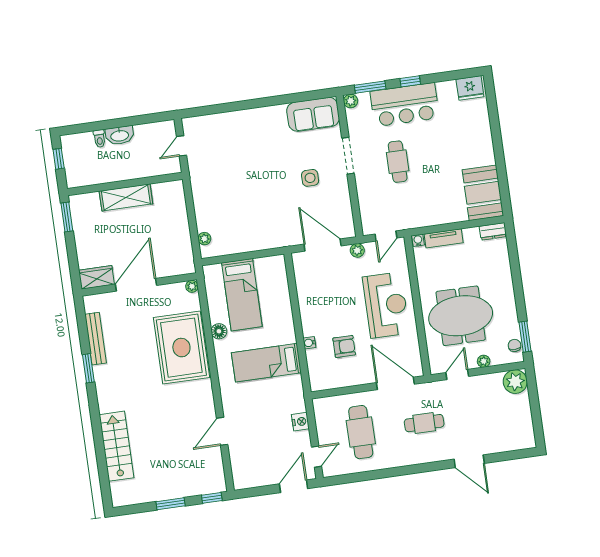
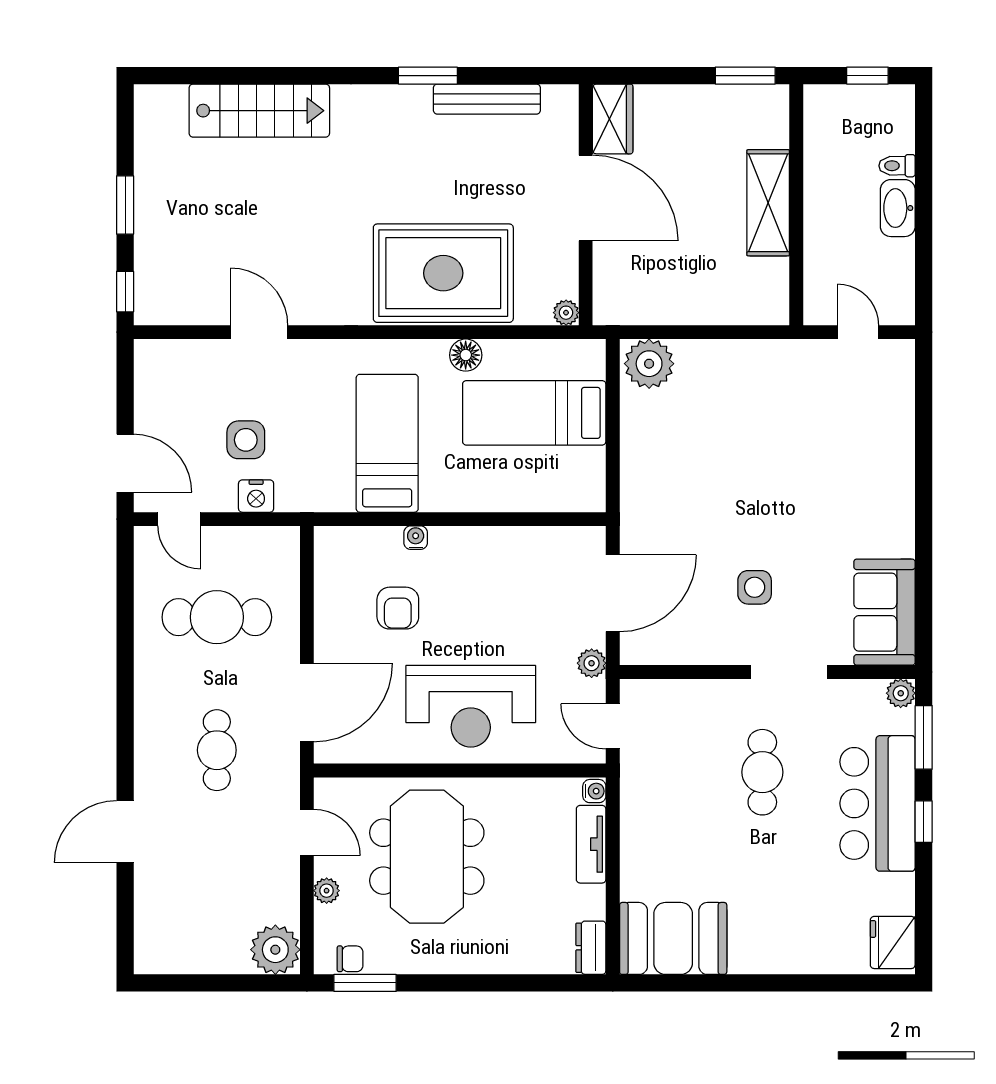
cafe table: (398, 162) -> (762, 772), turned 90
plant: (204, 239) -> (649, 364), width x1.88, depth x1.88
side table: (274, 430) -> (246, 440), added

